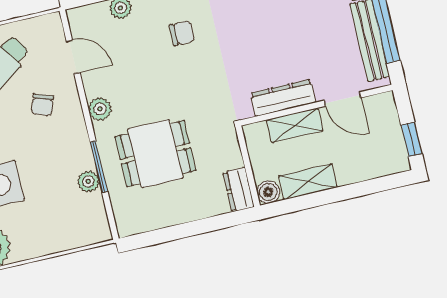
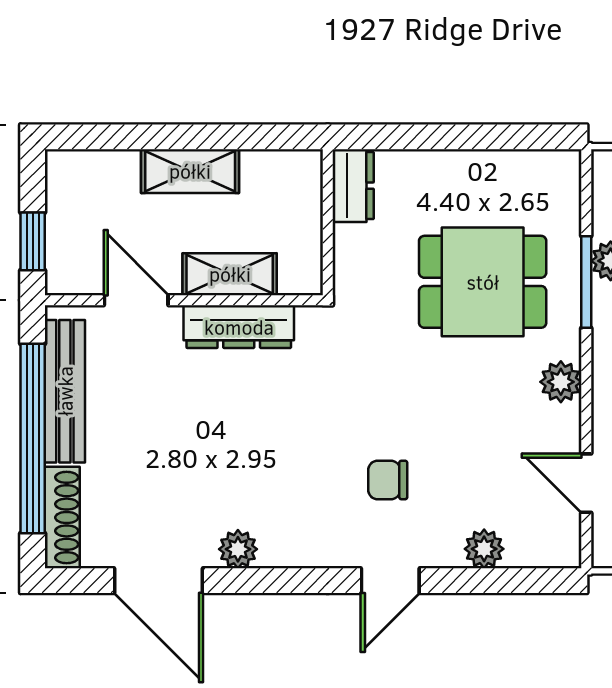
window: (412, 139) -> (33, 241), moved
shelving: (308, 182) -> (190, 171), moved
boiler: (268, 192) -> (303, 169), removed

